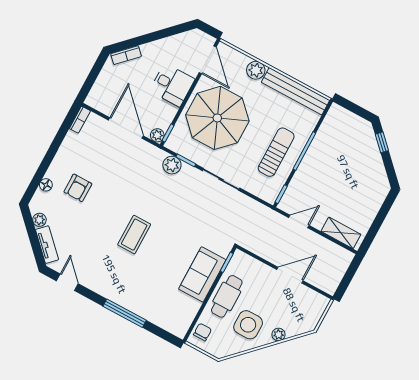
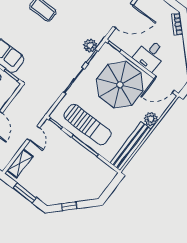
plant: (157, 135) -> (114, 38), removed
window: (382, 142) -> (69, 206), moved
sun lounger: (276, 152) -> (88, 125), width x1.36, depth x1.34
window: (379, 221) -> (25, 193), added

